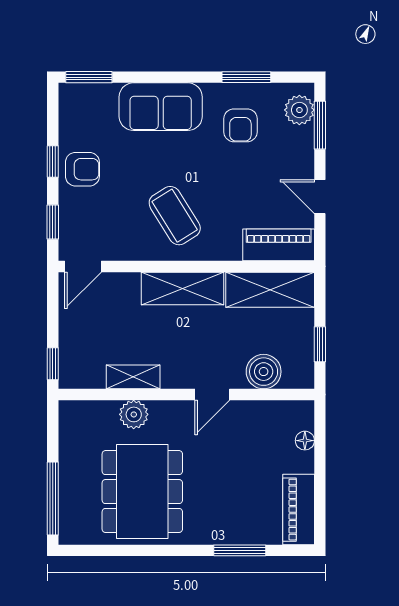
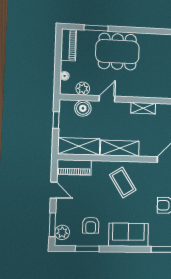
armchair: (240, 125) -> (91, 225), turned 180
plant: (134, 414) -> (83, 89), moved
dining table: (142, 492) -> (117, 51), moved, turned 90

